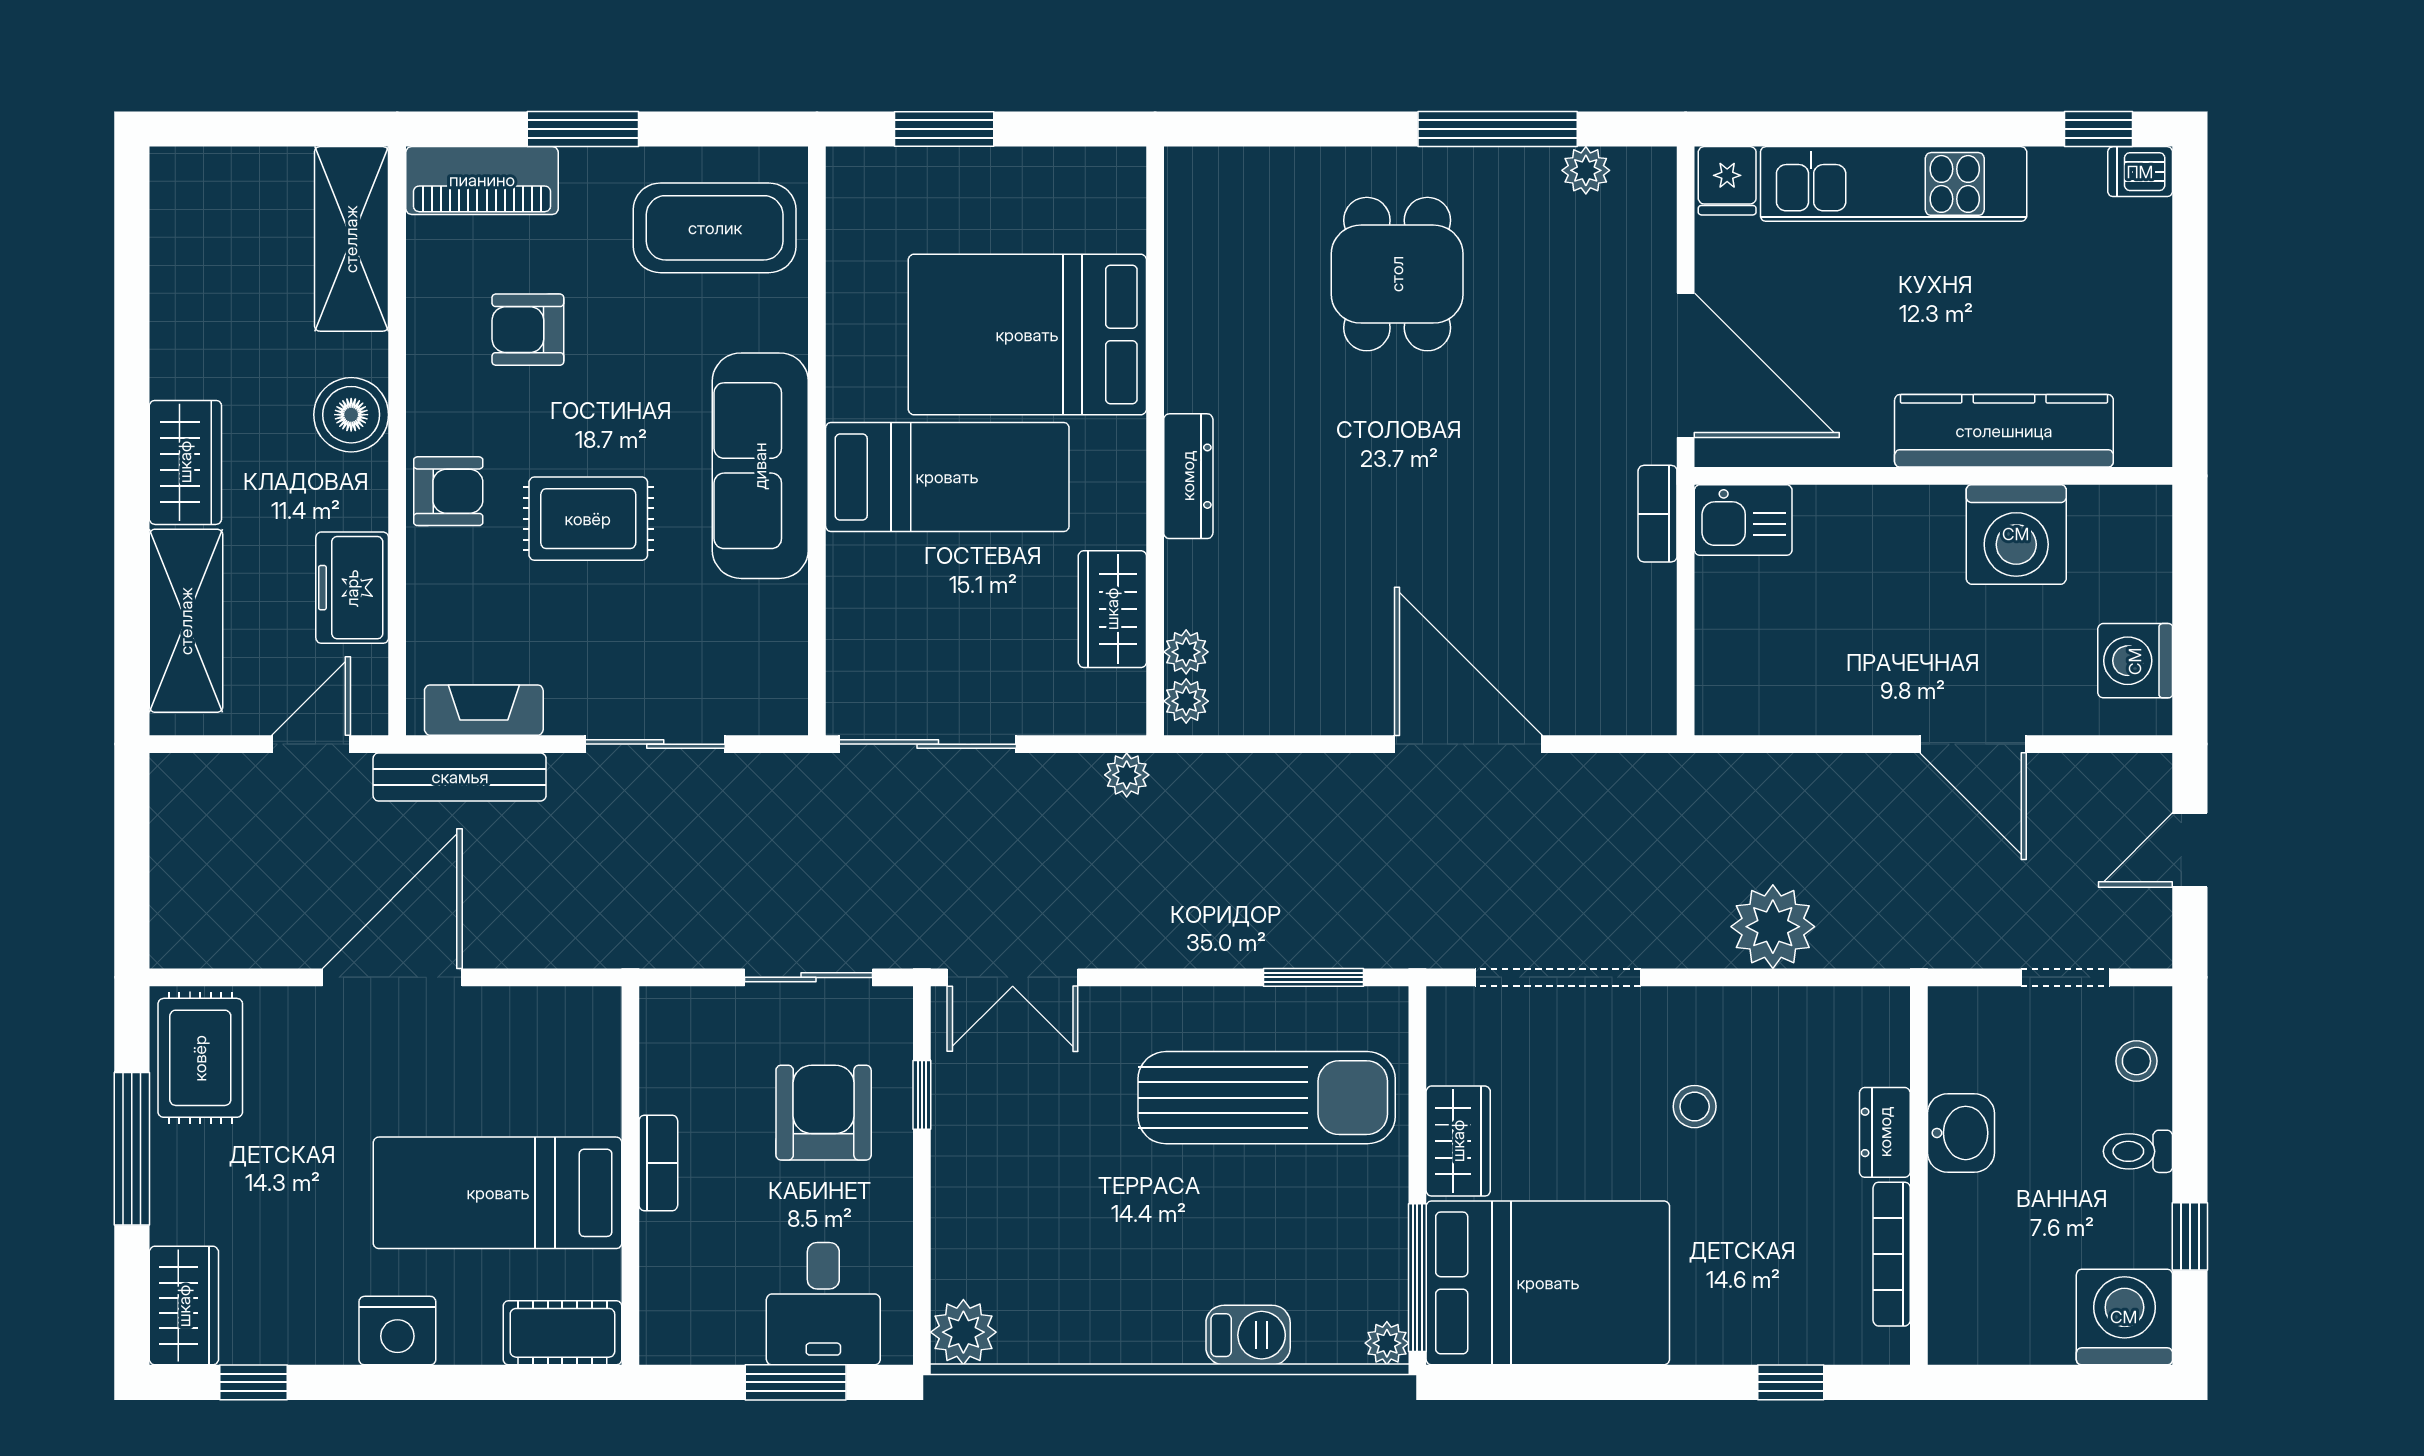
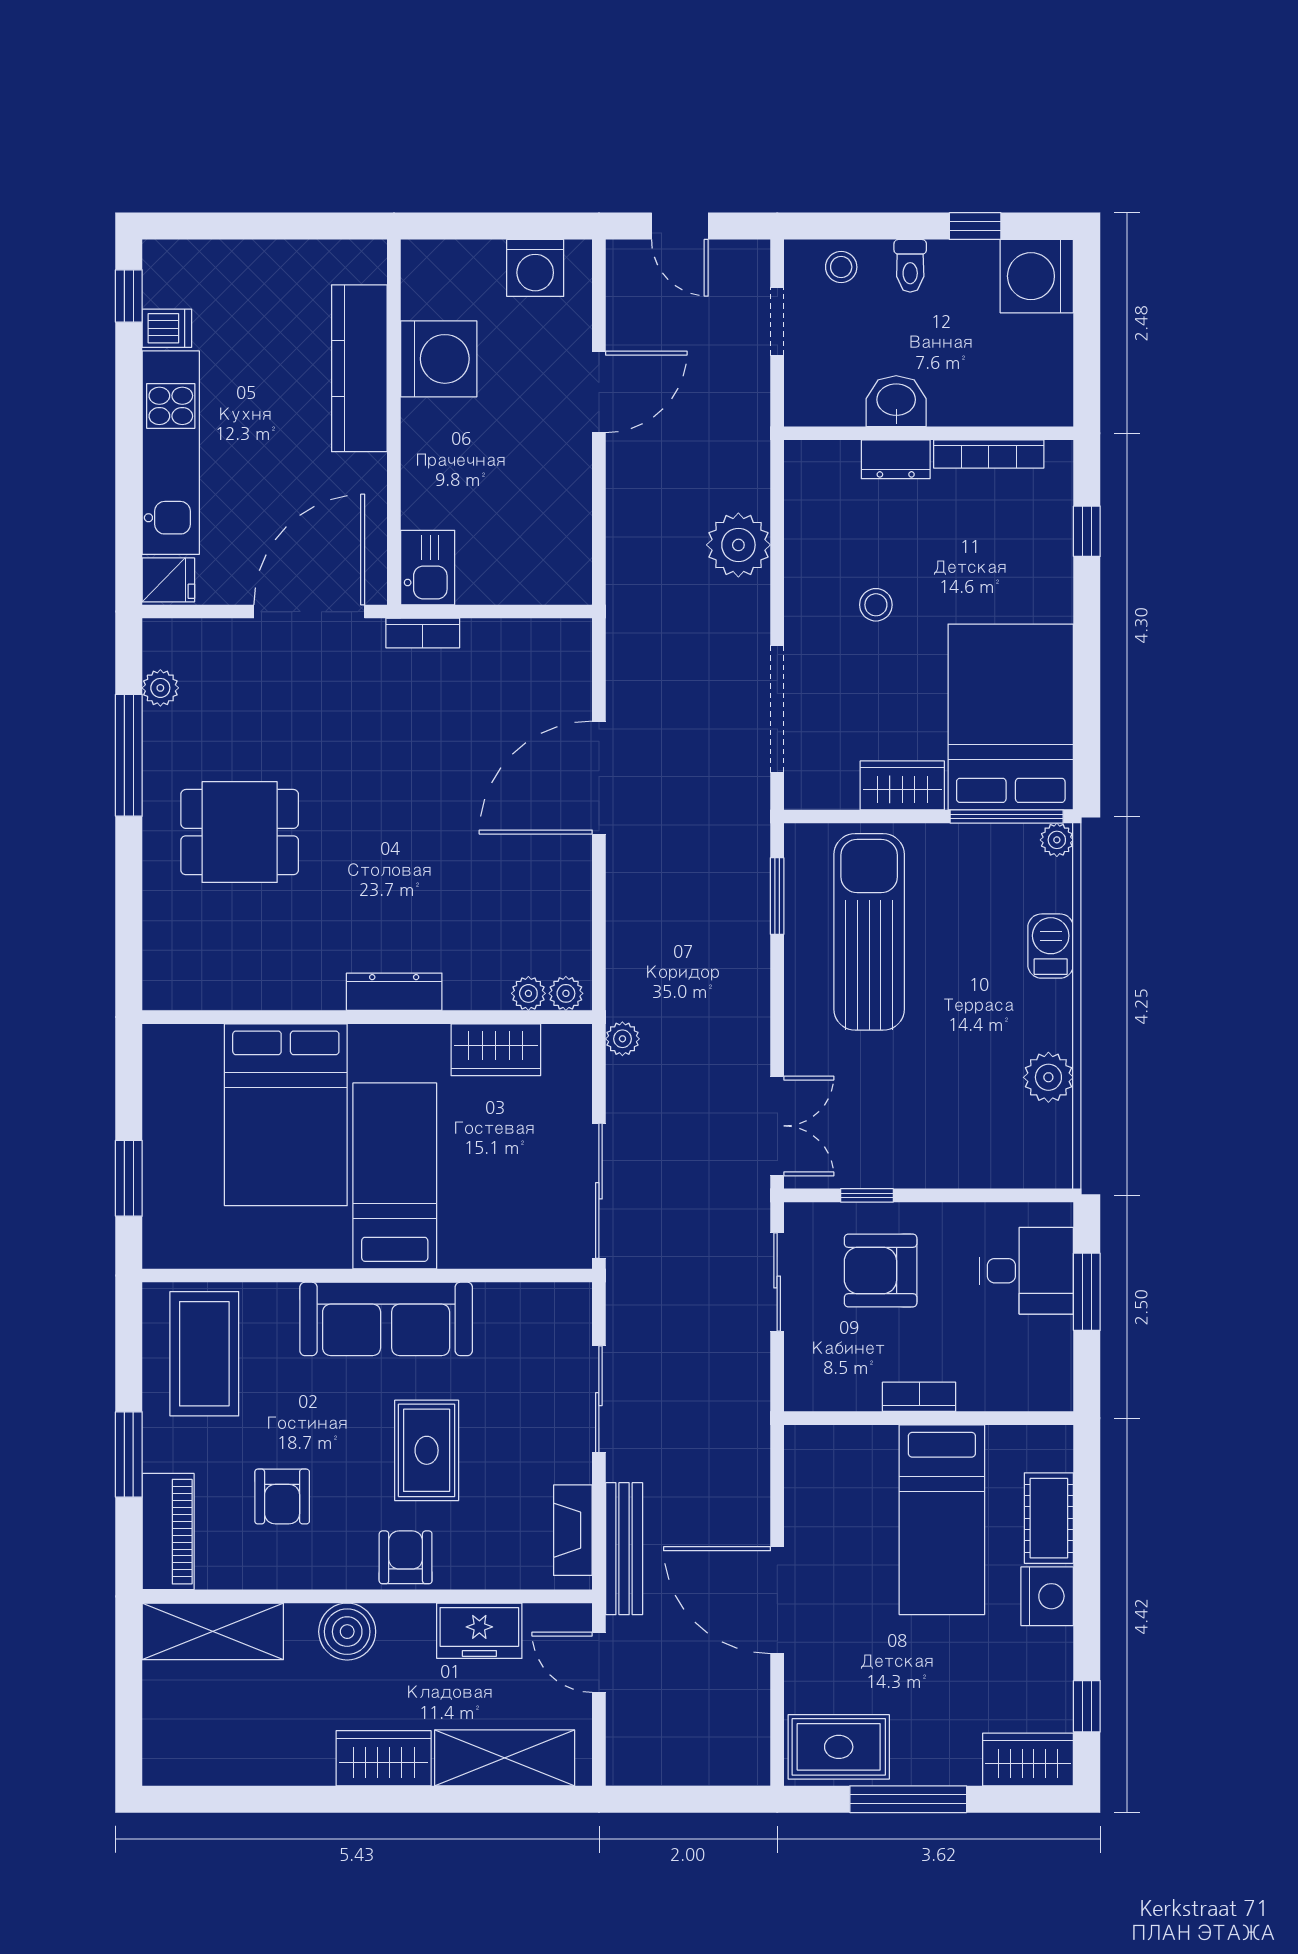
dishwasher: (2140, 172) -> (167, 328), moved, turned -90
plant: (963, 1332) -> (1048, 1077), moved
cot: (562, 1333) -> (1049, 1518), moved

